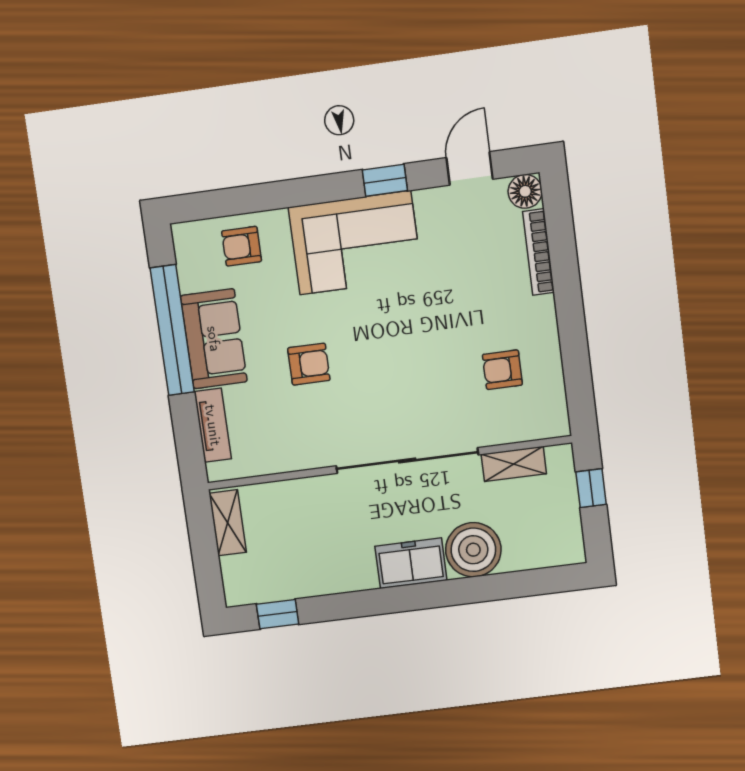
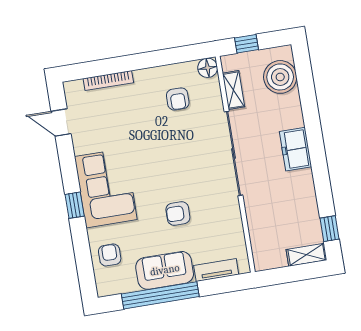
window: (385, 180) -> (75, 205), moved
floor lamp: (525, 191) -> (208, 68), moved
armchair: (242, 246) -> (110, 255), turned 180
armchair: (309, 364) -> (178, 214), turned -90
shelving: (228, 523) -> (306, 255), moved
boiler: (473, 550) -> (280, 77), moved

